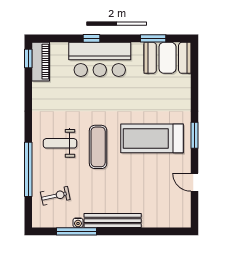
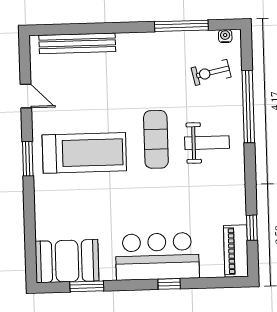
window: (28, 59) -> (252, 228), moved
bench: (113, 221) -> (77, 43), moved
water cooler: (78, 223) -> (225, 36), moved

